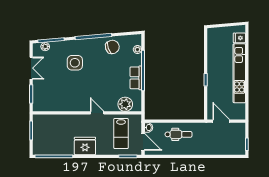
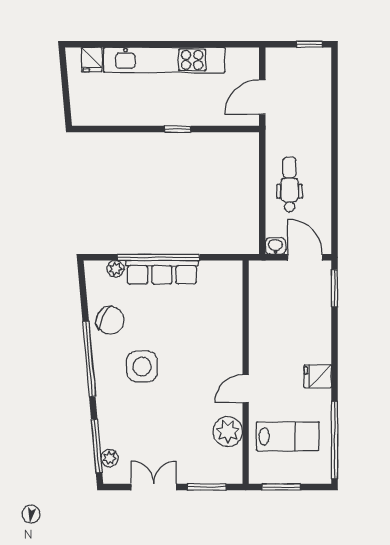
chair: (112, 47) -> (110, 320), turned 136
side table: (75, 63) -> (142, 366), moved
row of seats: (136, 78) -> (162, 272), width x1.48
plant: (125, 104) -> (228, 432), moved
door: (97, 113) -> (246, 389), moved
lab bench: (121, 134) -> (288, 436), moved
door: (143, 142) -> (305, 257), hinge flipped
fridge: (85, 146) -> (318, 376), width x0.53, depth x0.75

